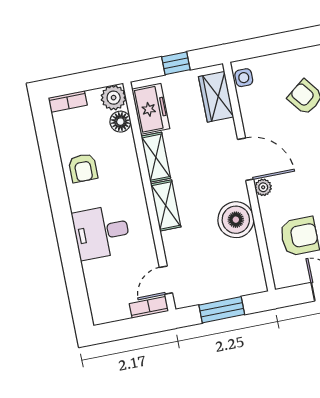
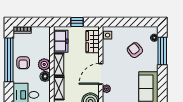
plant: (114, 98) -> (44, 64), moved
floor lamp: (120, 122) -> (45, 76), moved
door: (246, 159) -> (101, 74), swing flipped
window: (53, 168) -> (9, 60), added

